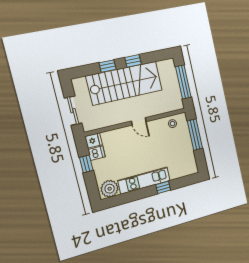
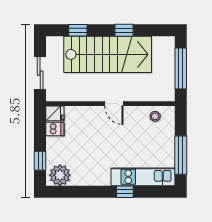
window: (108, 66) -> (78, 30), moved
window: (195, 135) -> (181, 155), moved
window: (86, 164) -> (40, 161), moved
kitchen unit: (144, 181) -> (143, 177), moved

